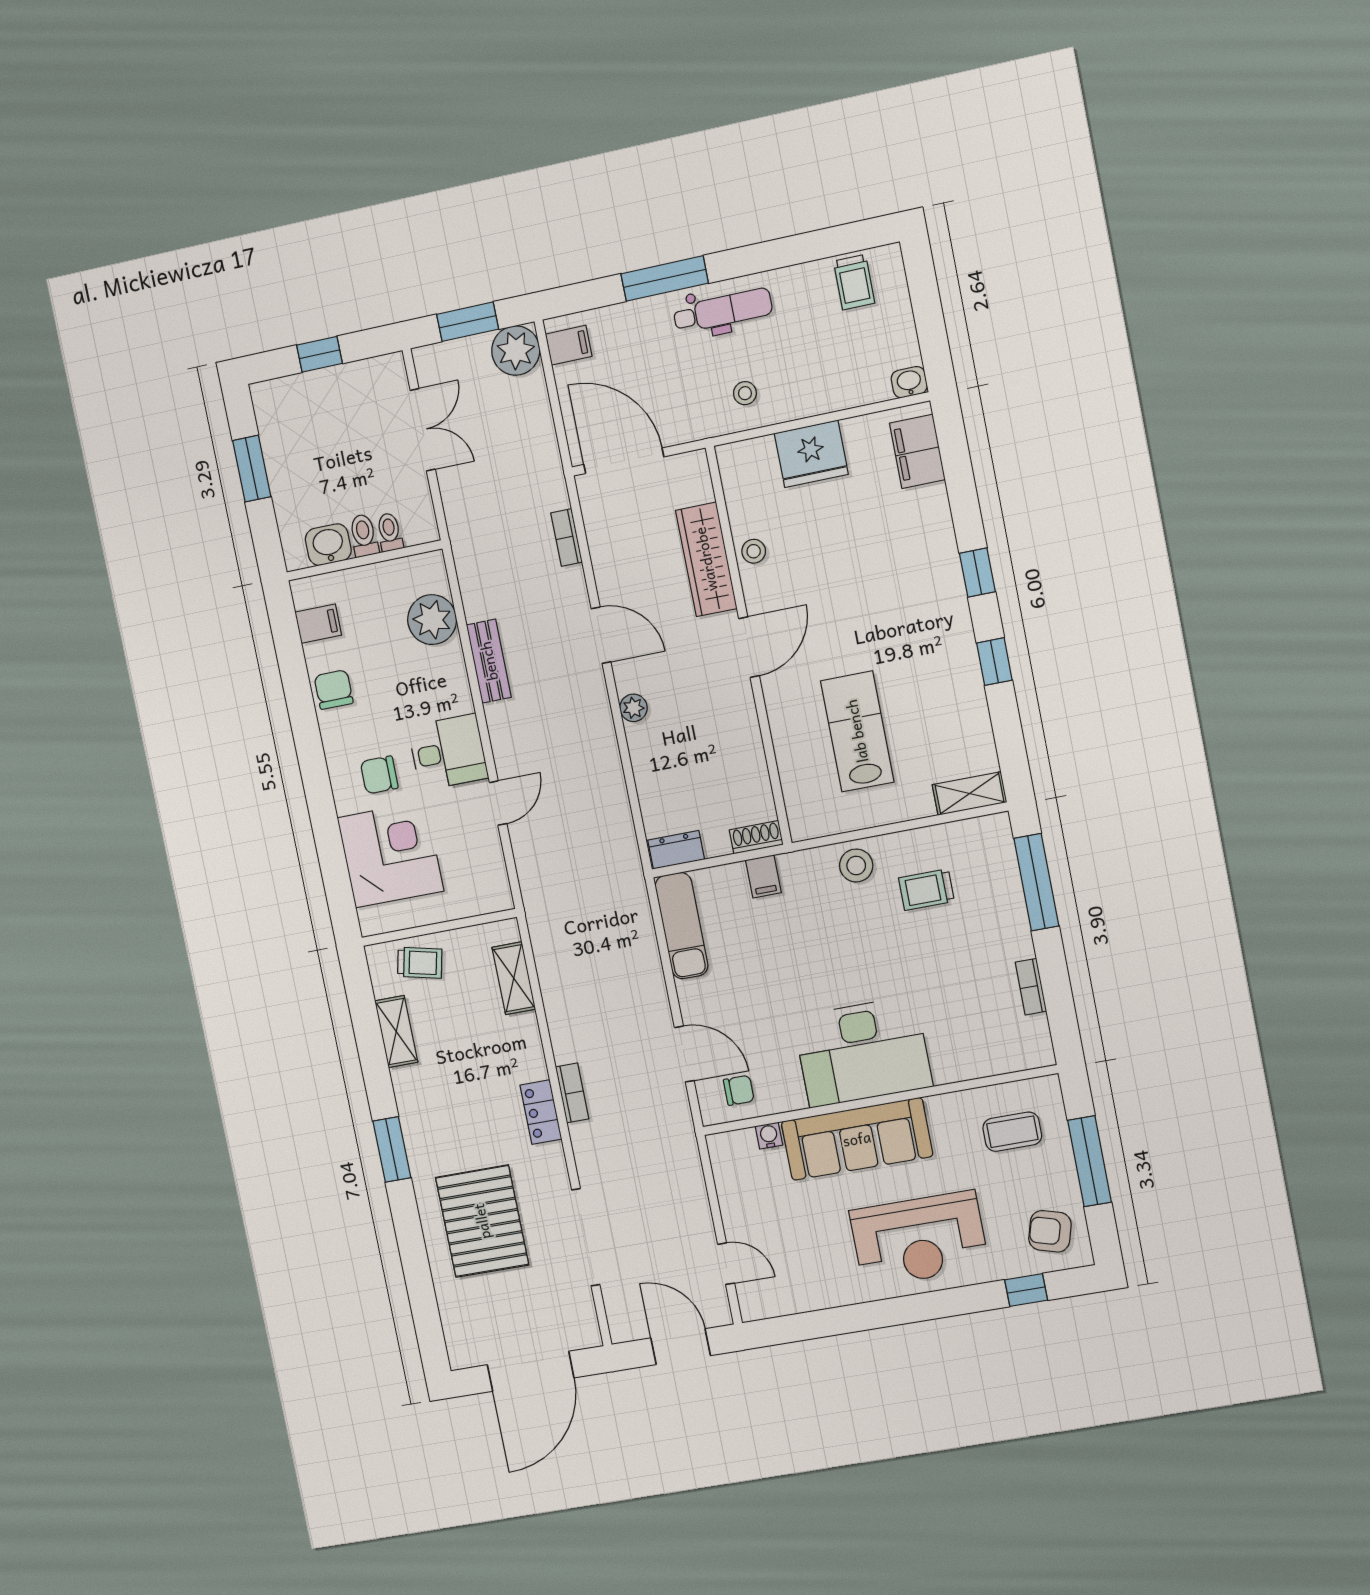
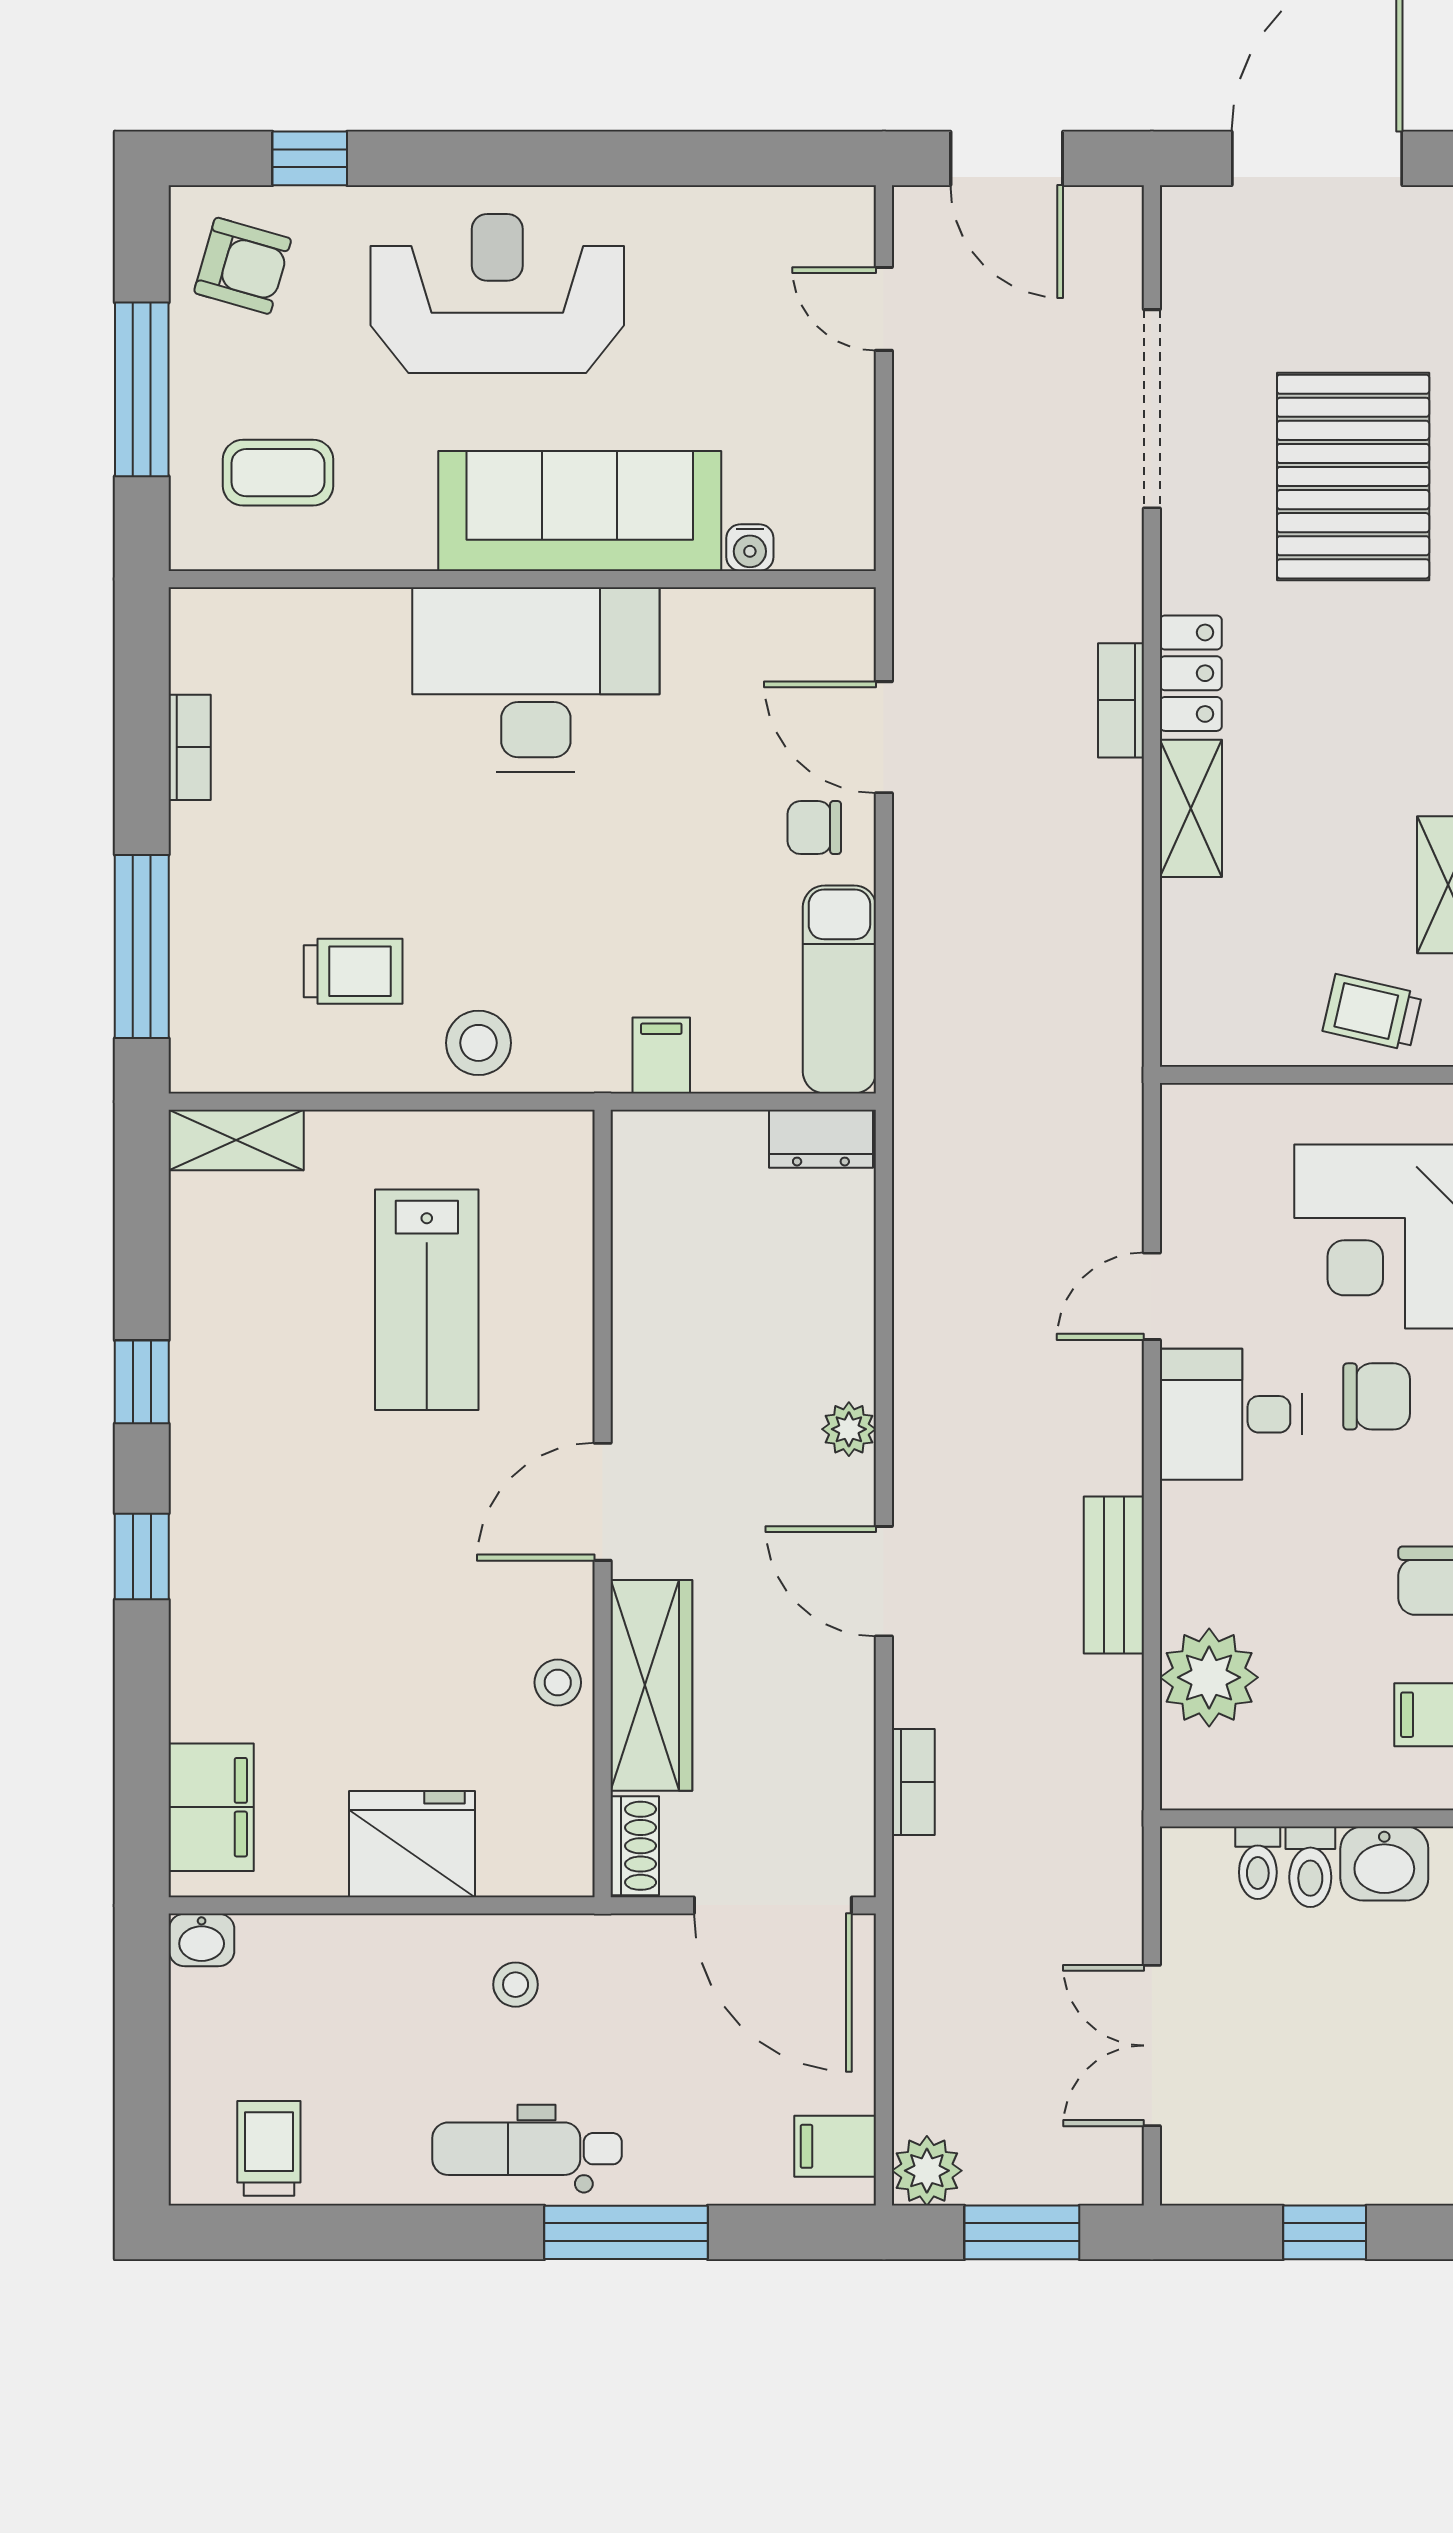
plant: (516, 351) -> (927, 2171), width x0.73, depth x0.73
shoe rack: (756, 837) -> (635, 1846), moved, turned -90
shelving: (514, 978) -> (1191, 808), moved
chair: (739, 1090) -> (814, 828), moved

